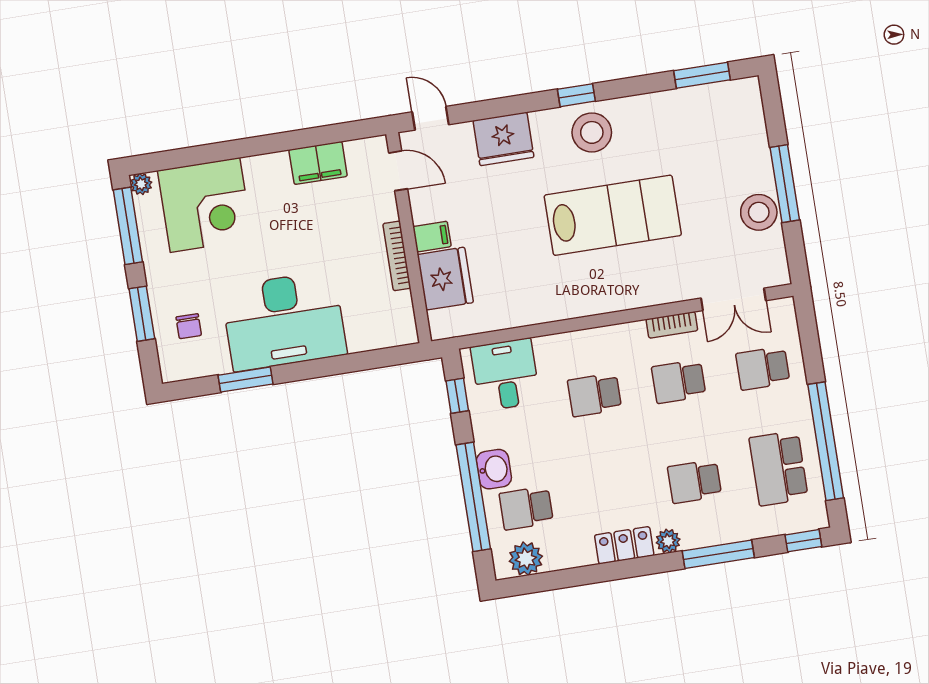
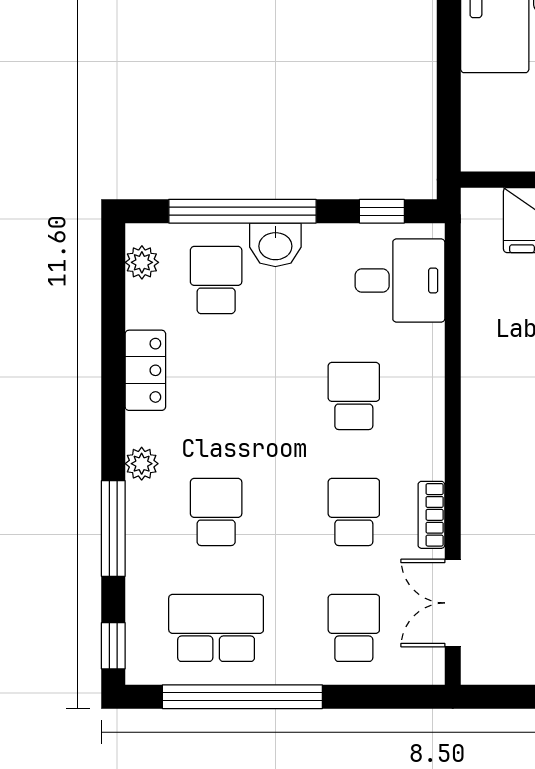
locker: (624, 545) -> (145, 370), moved
plant: (526, 559) -> (142, 262), width x0.73, depth x0.73

